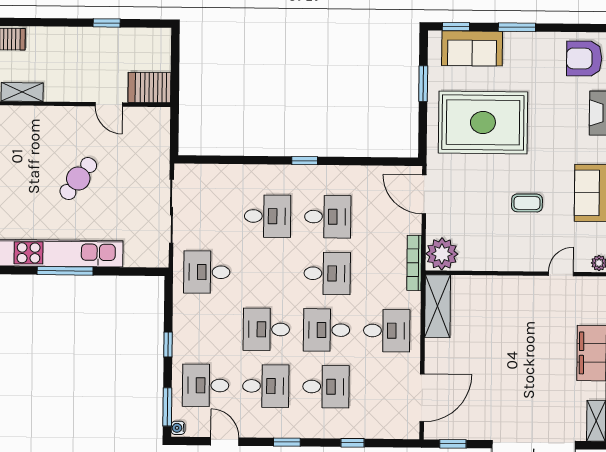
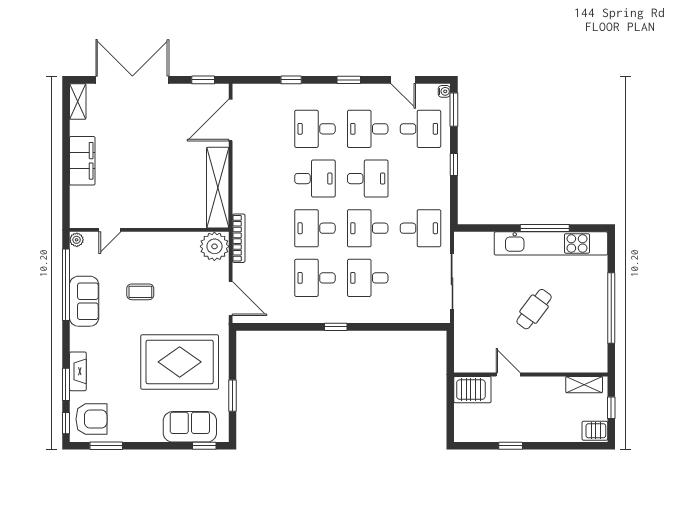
window: (517, 27) -> (106, 446), moved
shelving: (438, 306) -> (218, 188), width x1.47
desk: (387, 331) -> (368, 228), moved

